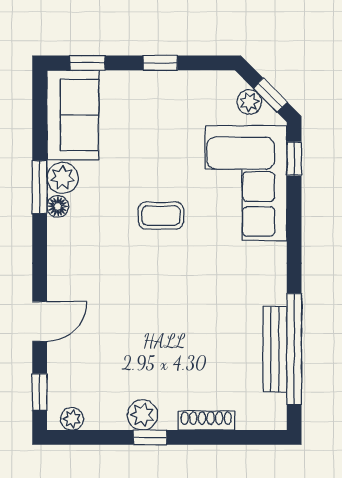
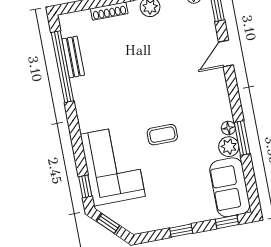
plant: (249, 102) -> (120, 217), removed
bench: (275, 349) -> (73, 57), width x0.73

